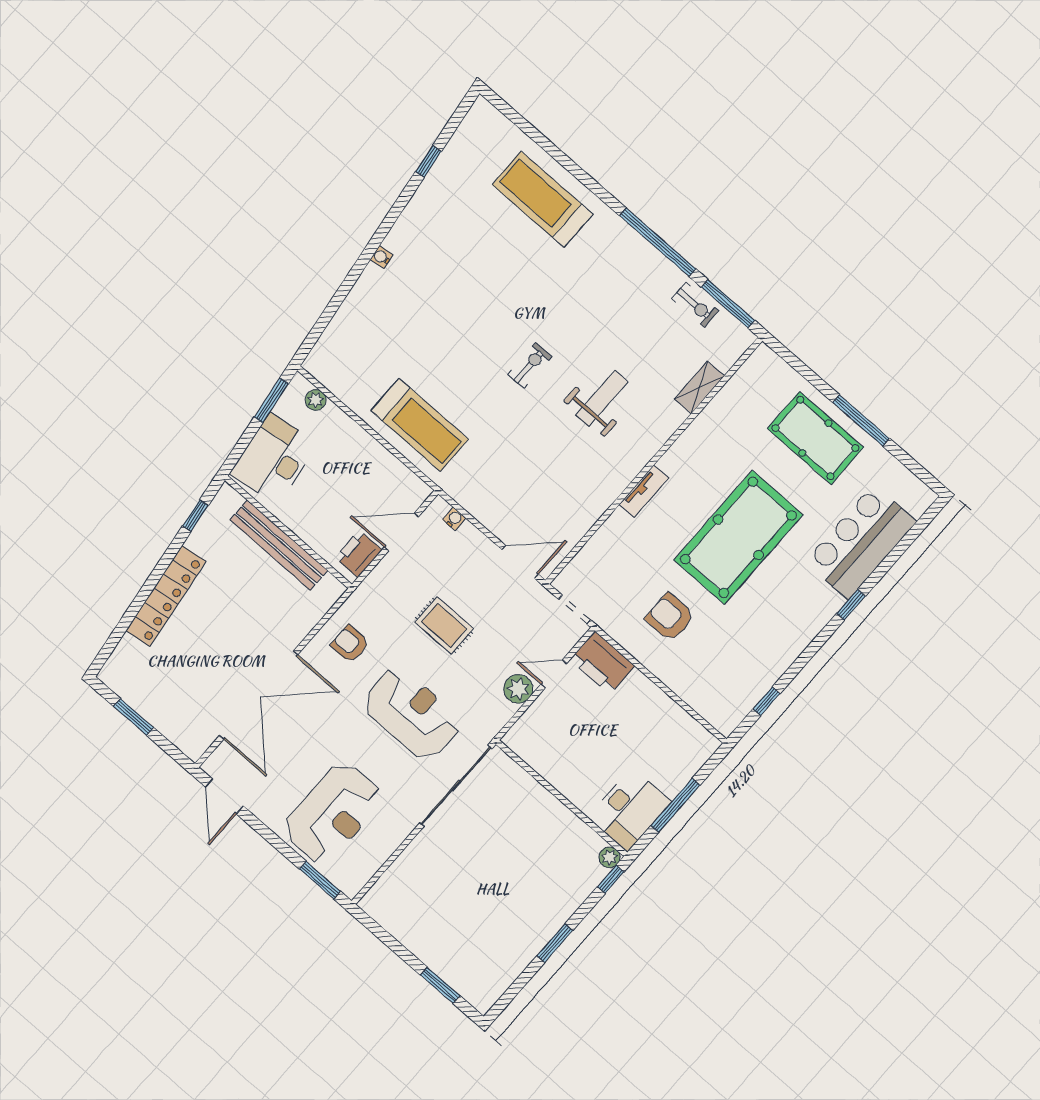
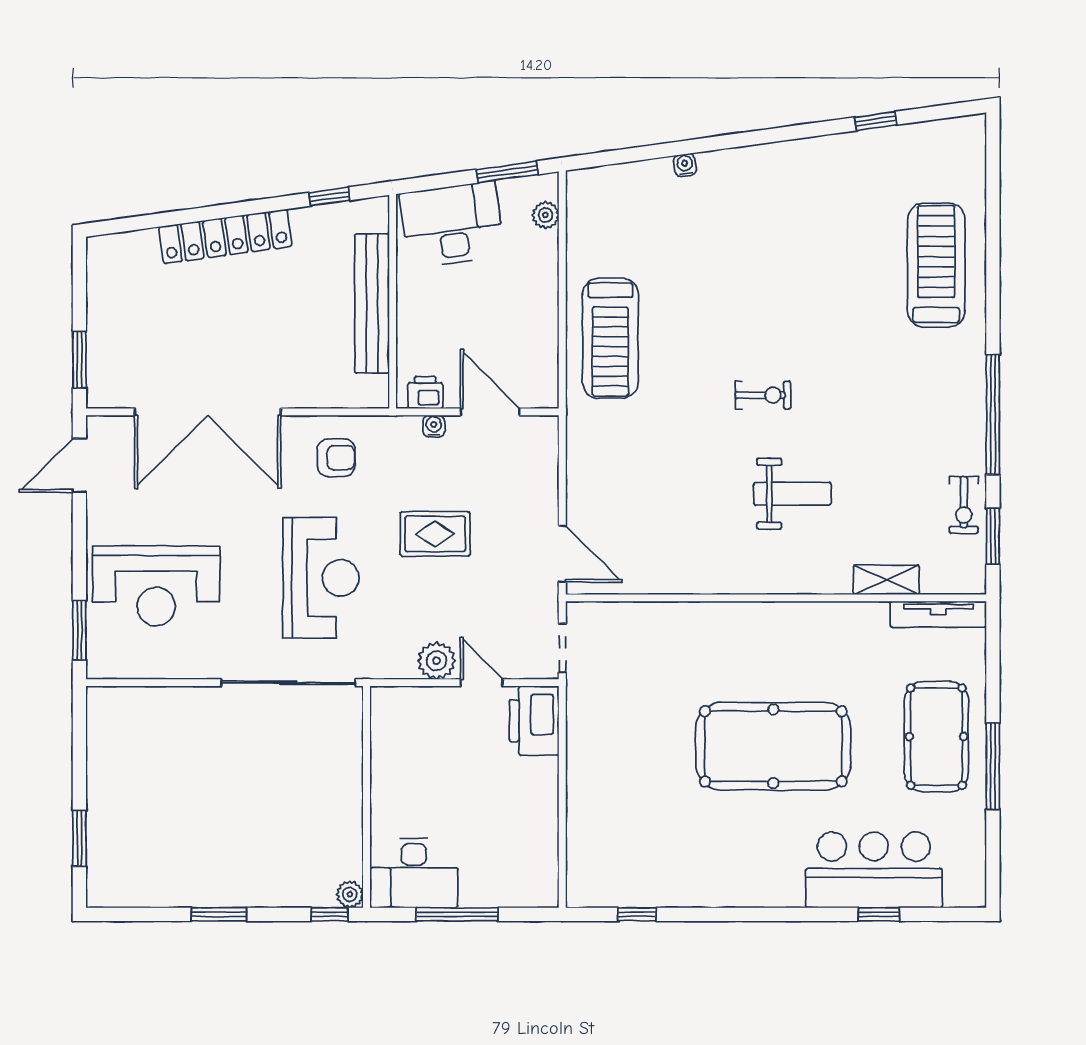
water cooler: (382, 257) -> (685, 165), moved
window: (728, 304) -> (993, 536), width x0.69
tv unit: (644, 491) -> (938, 614), moved, width x1.41
water cooler: (454, 519) -> (434, 426), moved, turned -90
printer: (358, 554) -> (425, 393), width x0.73, depth x0.81
window: (851, 605) -> (879, 914), moved
armchair: (670, 617) -> (636, 748), removed
rug: (444, 625) -> (435, 534), turned 90
armchair: (350, 644) -> (336, 458), turned 89
window: (134, 717) -> (79, 360), moved

